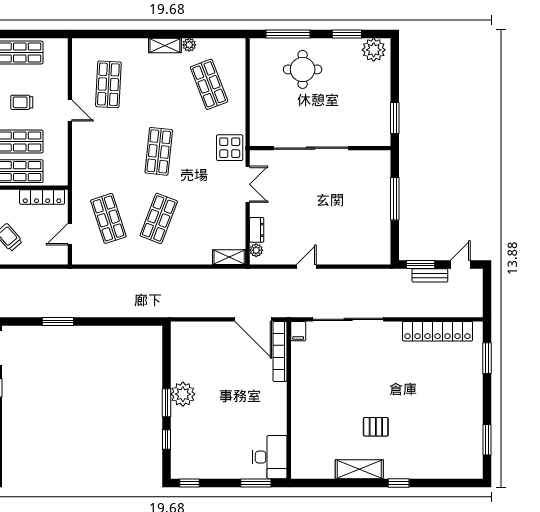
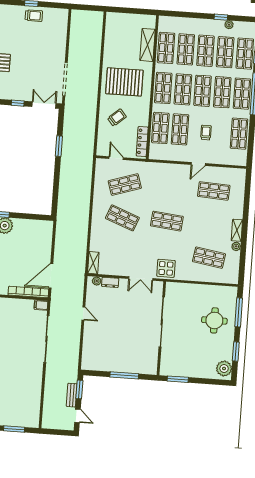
shop shelf: (209, 84) -> (209, 258), turned 30
locker: (437, 331) -> (34, 397), removed

